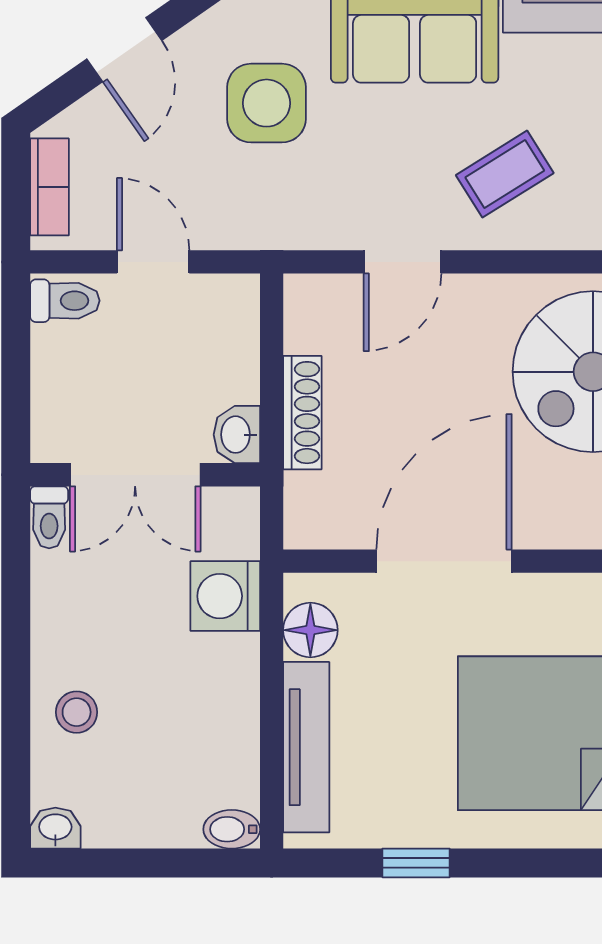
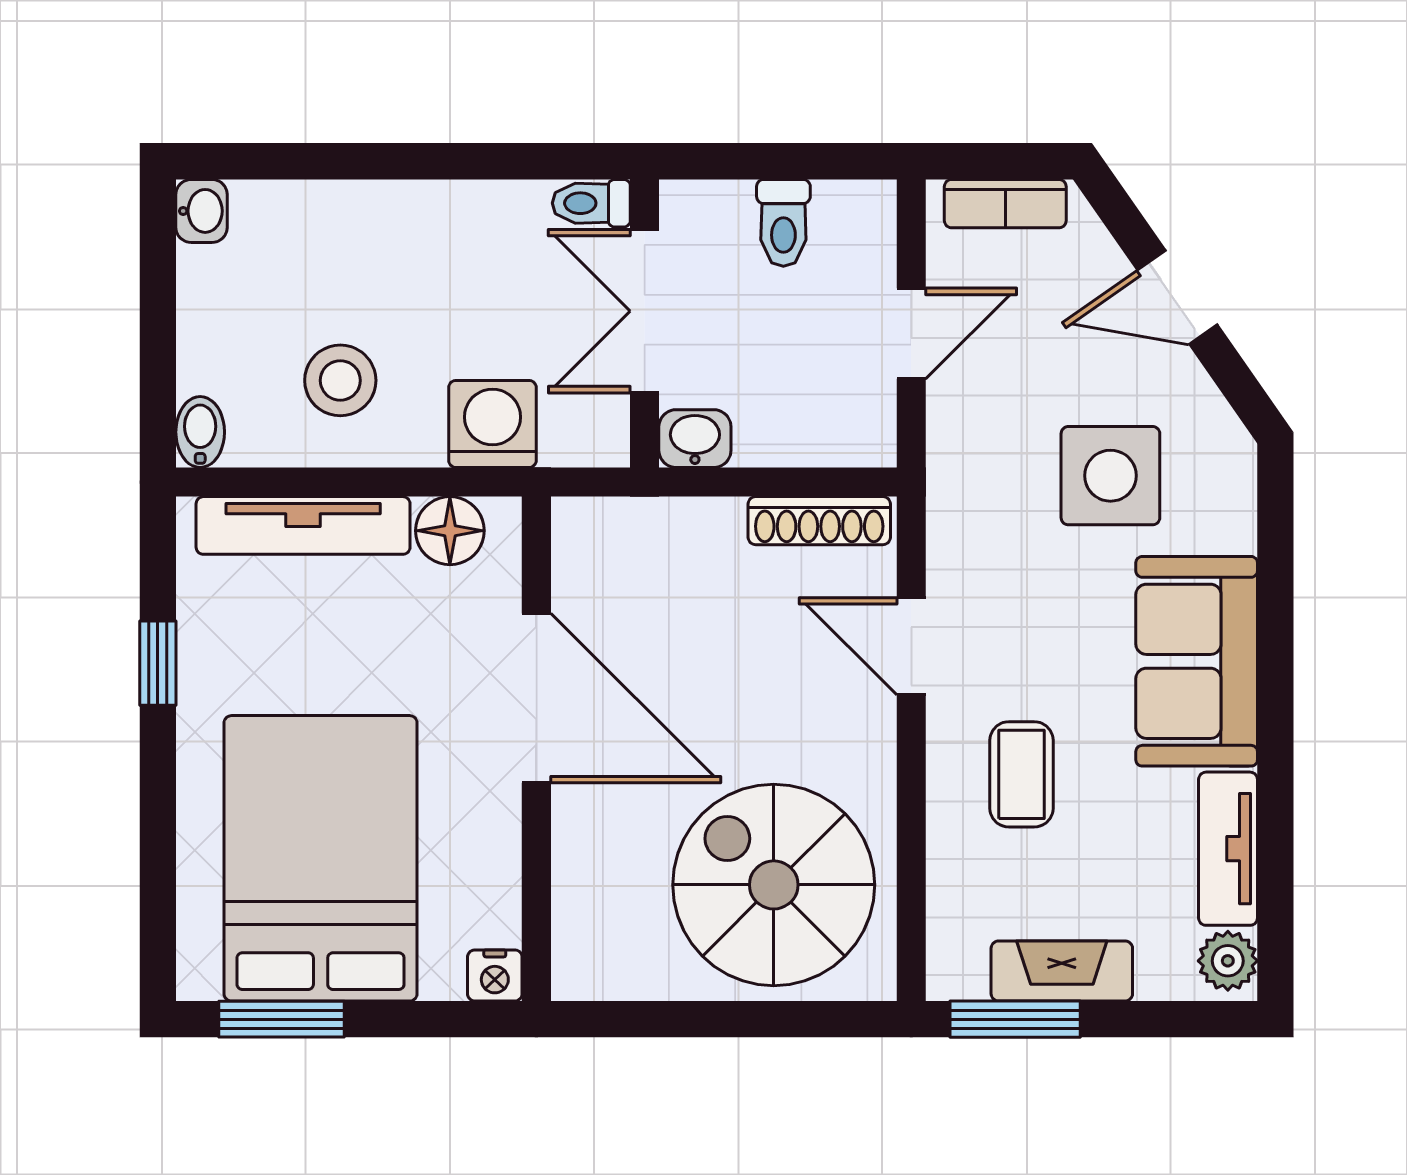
coffee table: (505, 174) -> (1021, 774), turned 32
toilet: (65, 301) -> (783, 223), moved
shoe rack: (302, 413) -> (819, 521), moved
stool: (77, 712) -> (340, 380), moved, width x1.37, depth x1.37

